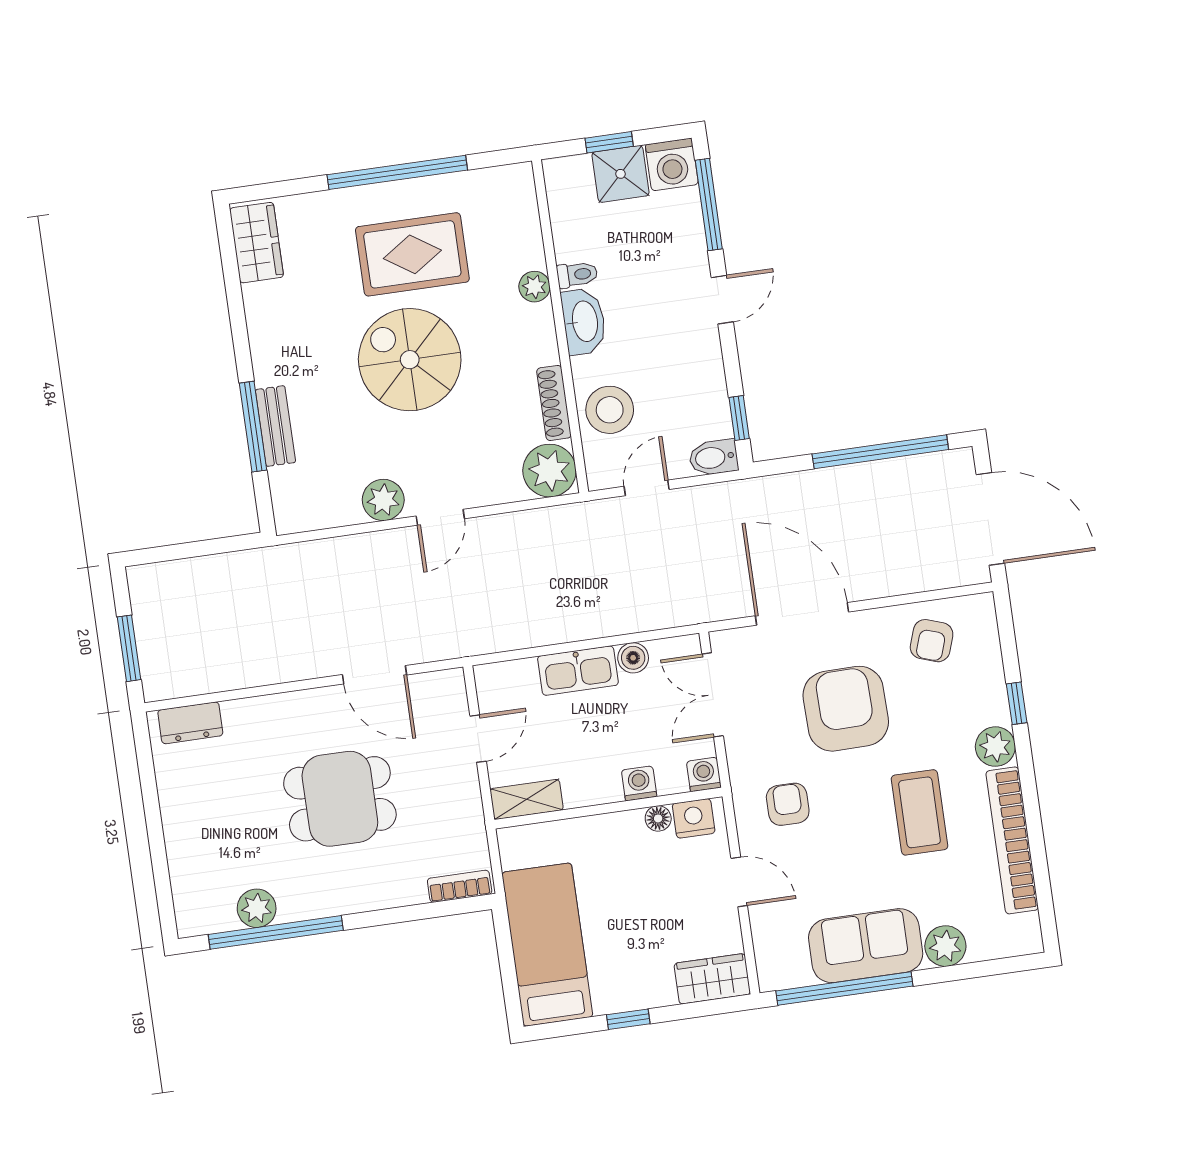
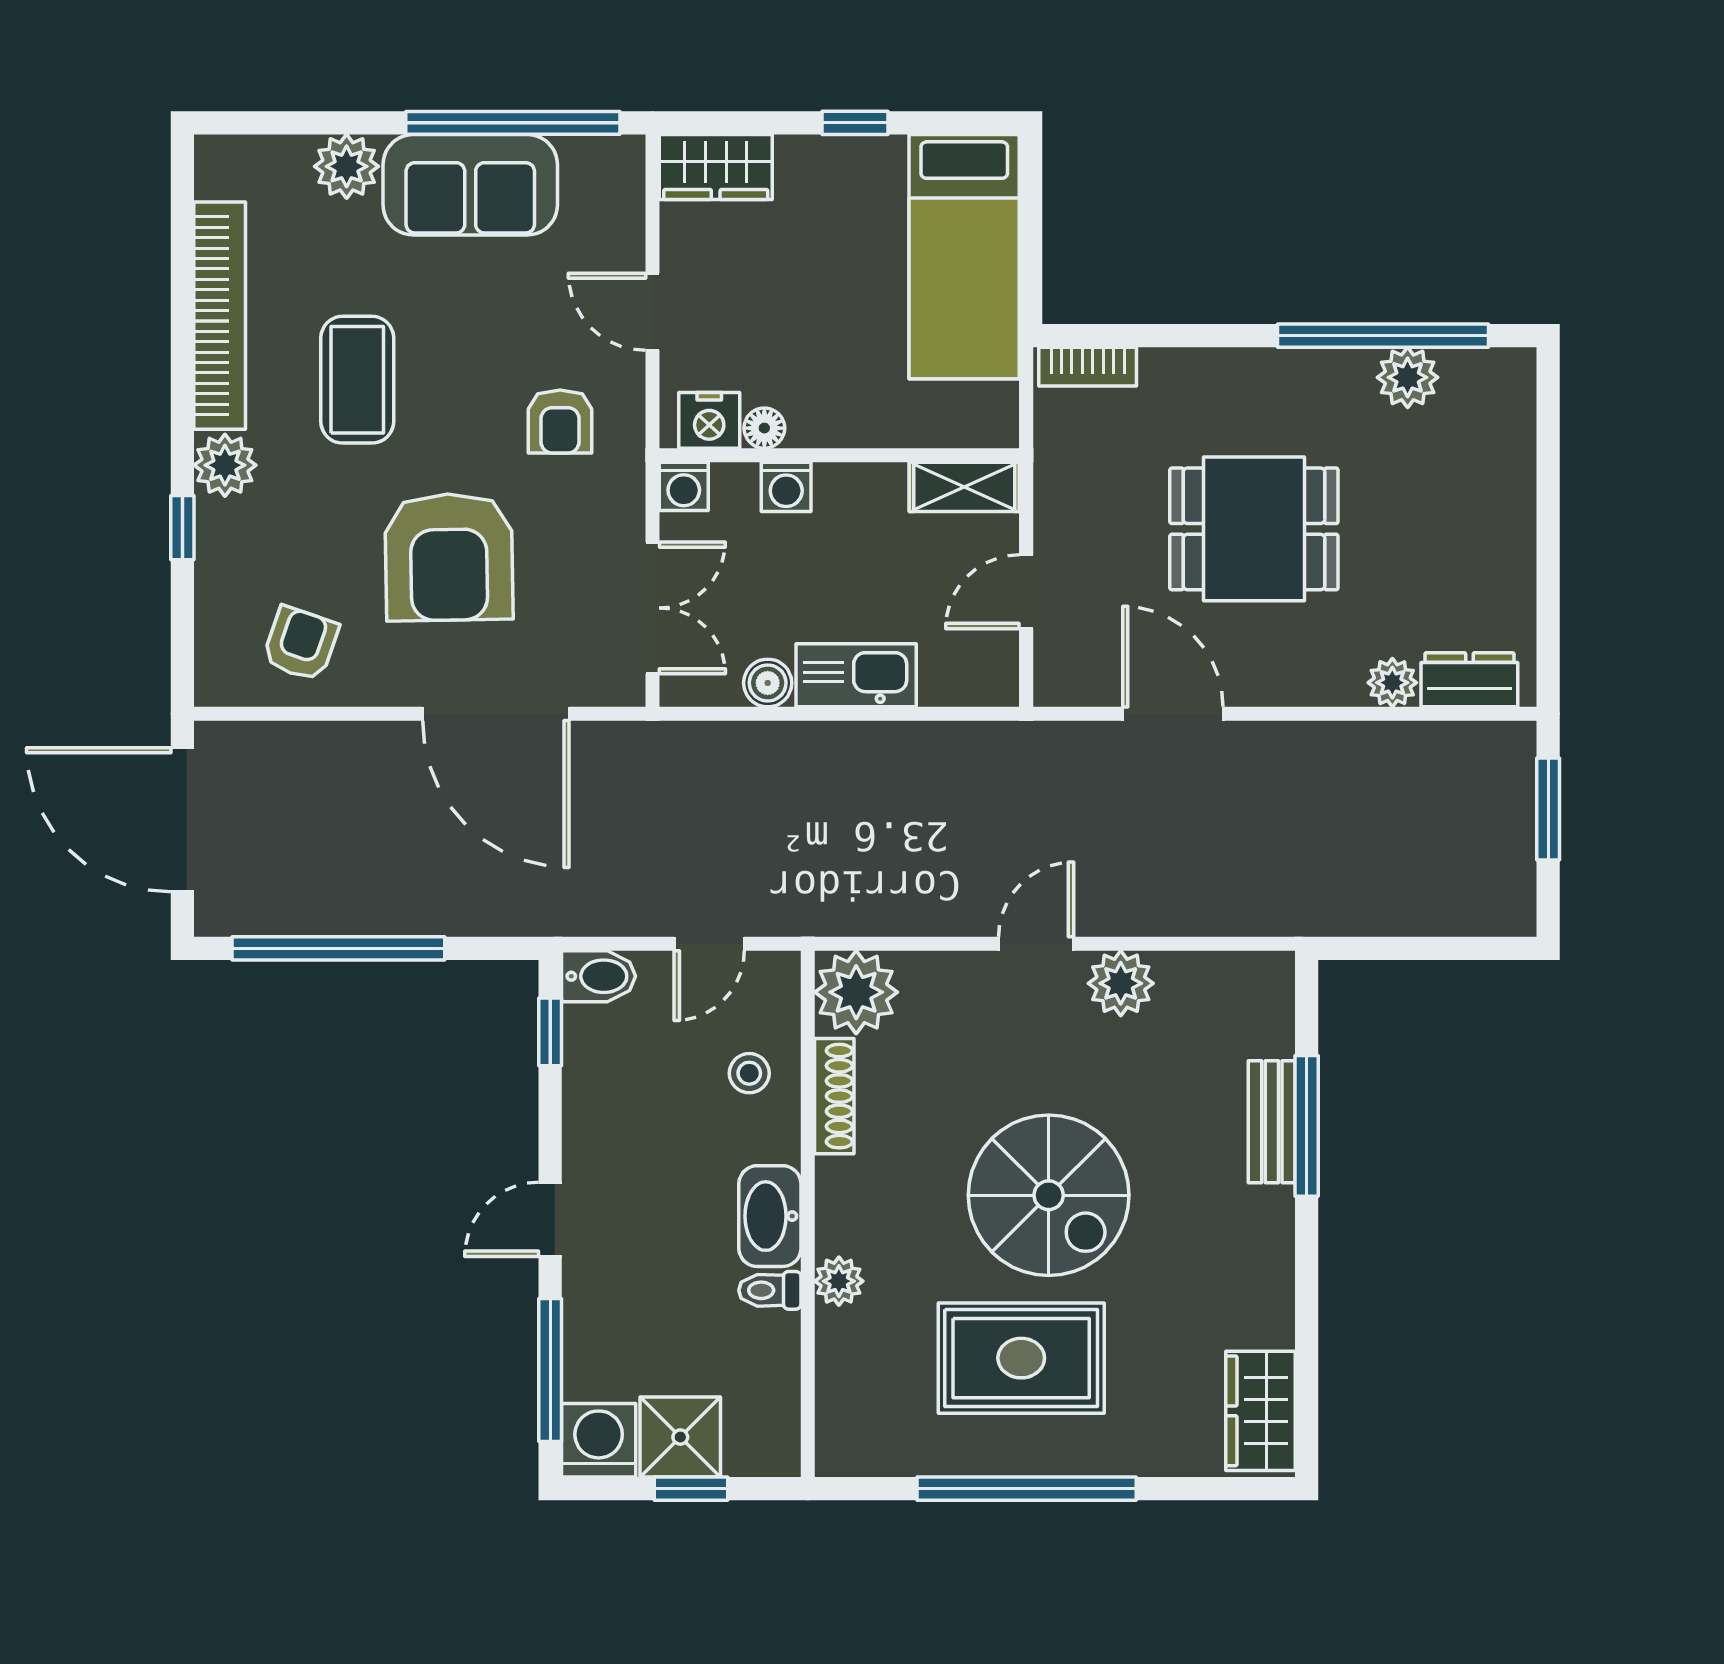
stool: (610, 410) -> (749, 1073), width x0.53, depth x0.53
plant: (239, 714) -> (1392, 683), added

